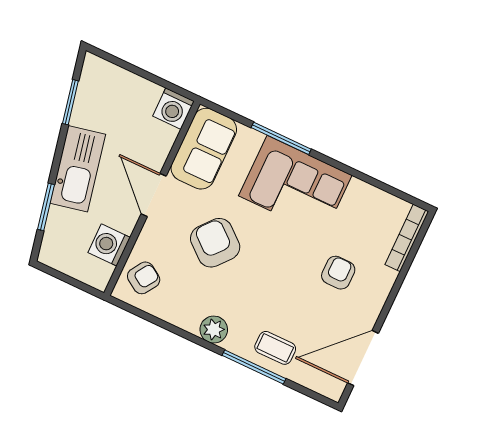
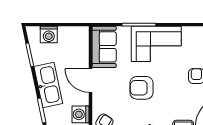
washing machine: (173, 109) -> (49, 35), moved
armchair: (215, 243) -> (141, 88), moved, turned -40

